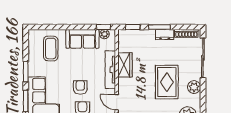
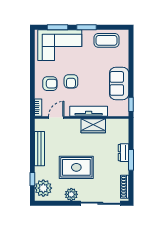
window: (133, 27) -> (131, 134), removed
plant: (104, 34) -> (124, 105), removed
dresser: (165, 34) -> (124, 153), moved
coffee table: (51, 48) -> (106, 40), moved
armchair: (80, 87) -> (71, 81), turned 90

